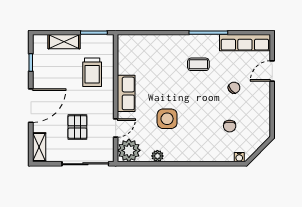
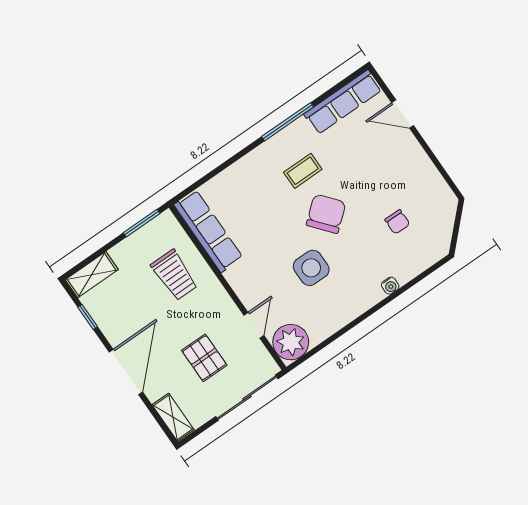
shelving: (64, 42) -> (92, 275), moved
door: (272, 71) -> (403, 114), hinge flipped
chair: (234, 88) -> (326, 214), moved, width x1.87, depth x1.87
row of seats: (126, 93) -> (208, 231), moved, width x1.48
plant: (157, 156) -> (332, 324), removed
water cooler: (239, 157) -> (390, 286), moved

